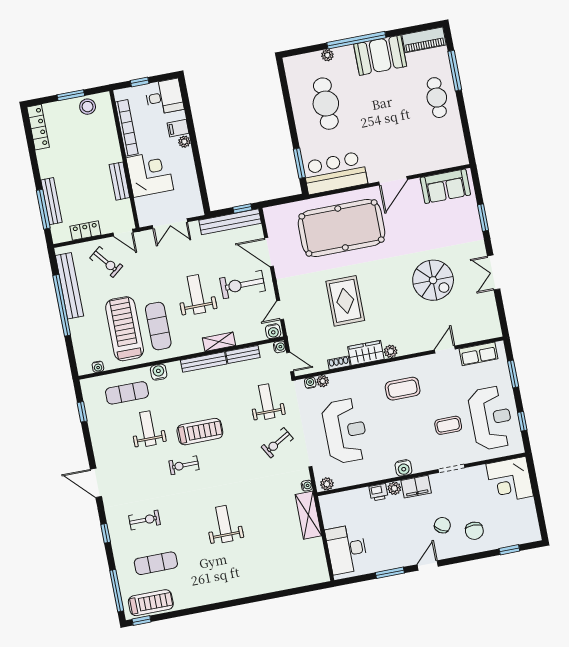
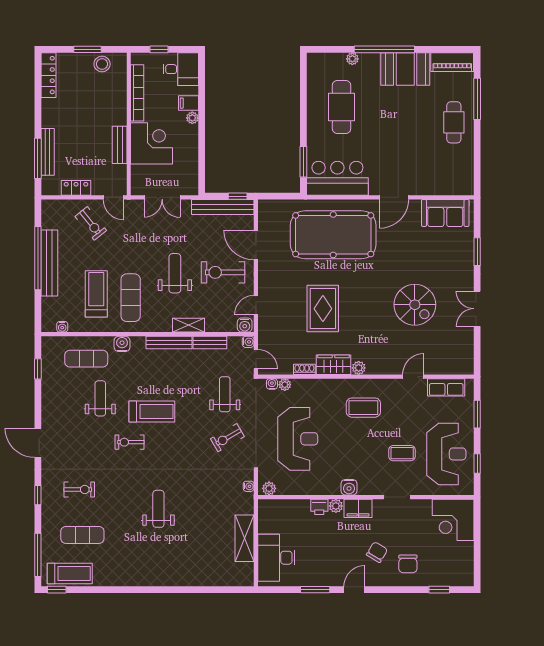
bench: (69, 286) -> (49, 263), moved
treadmill: (125, 329) -> (96, 294), width x0.73, depth x0.73
shelving: (308, 515) -> (245, 538), moved

